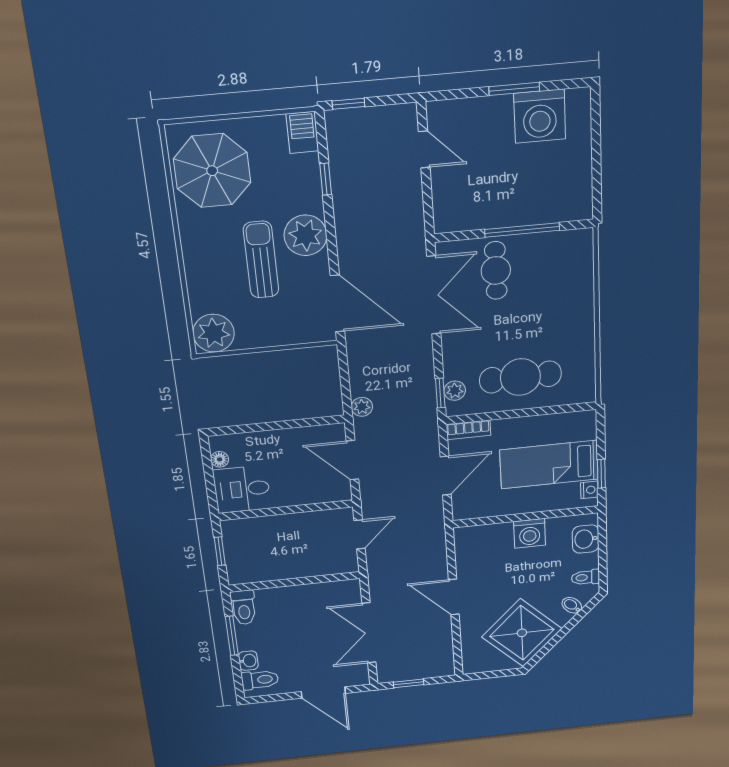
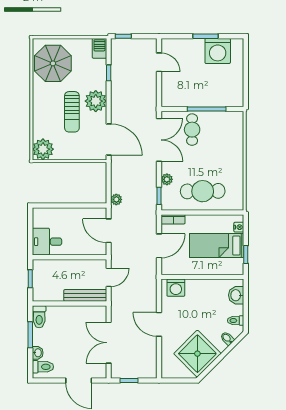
sun lounger: (261, 260) -> (72, 112), turned 180
plant: (455, 391) -> (167, 179), moved
floor lamp: (220, 459) -> (37, 222), removed
nightstand: (589, 490) -> (239, 227), moved
washing machine: (530, 533) -> (176, 288), moved
bench: (321, 567) -> (85, 295), added

